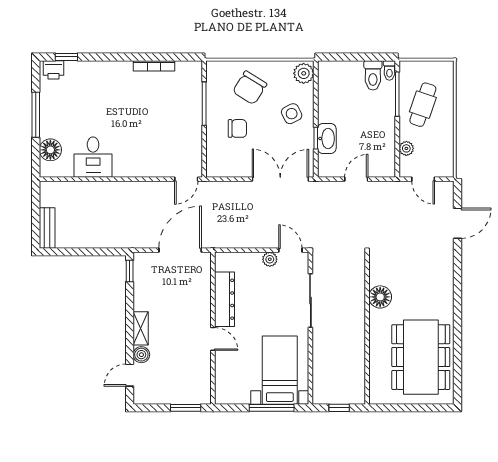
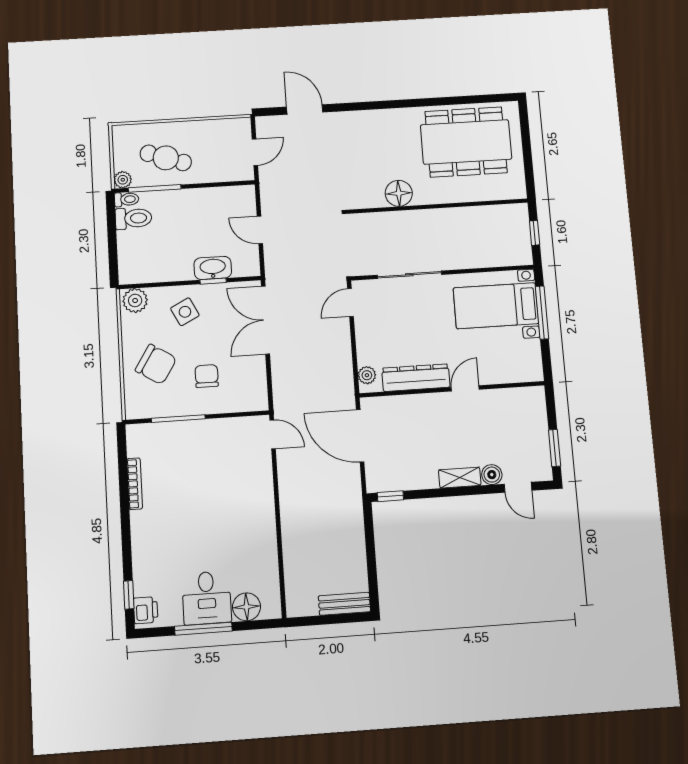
plant: (406, 148) -> (123, 180), moved
desk: (93, 157) -> (207, 598), moved, turned 90
plant: (270, 259) -> (367, 375), moved
window: (186, 408) -> (555, 448), moved

